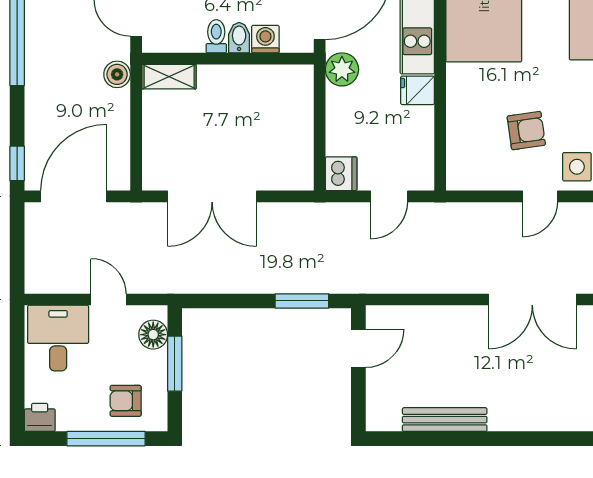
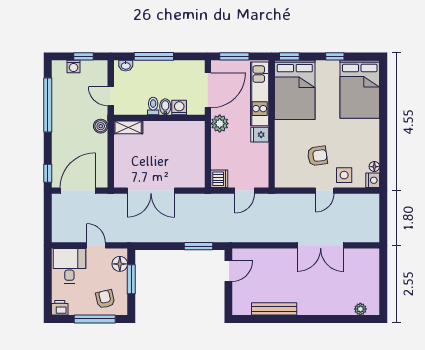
armchair: (126, 401) -> (105, 299), turned 77

